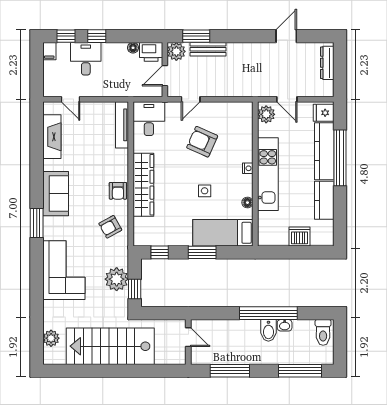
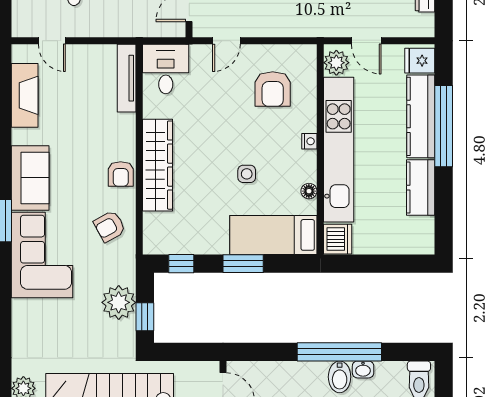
armchair: (202, 142) -> (273, 89), moved, turned -114
kitchen unit: (268, 174) -> (339, 150), width x1.36
dishwasher: (300, 237) -> (338, 239), moved, turned 90
corner sofa: (64, 270) -> (42, 255), moved

